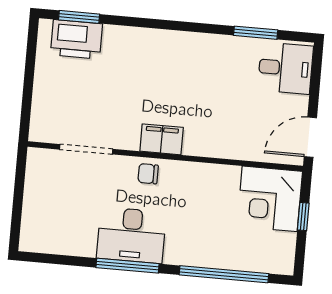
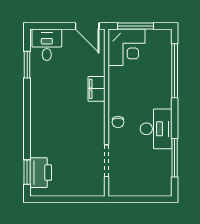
filing cabinet: (162, 139) -> (96, 89), moved
window: (303, 217) -> (136, 26), width x2.17
window: (127, 266) -> (175, 158), moved

